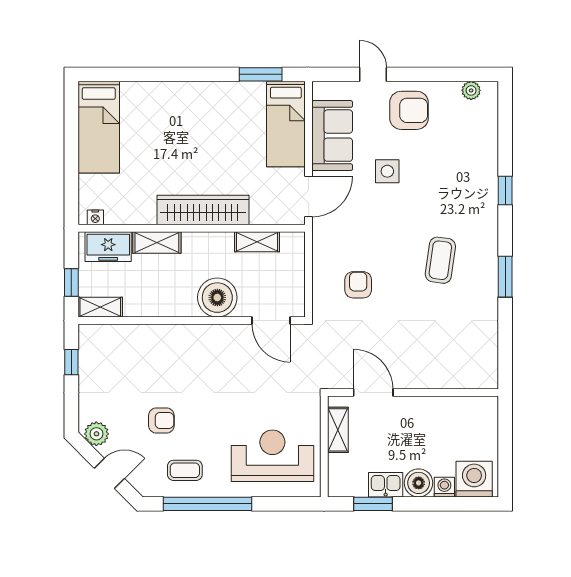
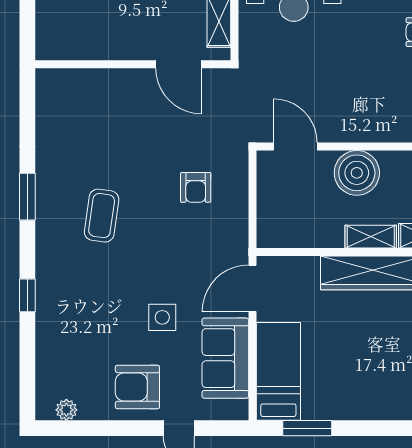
shelving: (257, 242) -> (371, 237), moved

